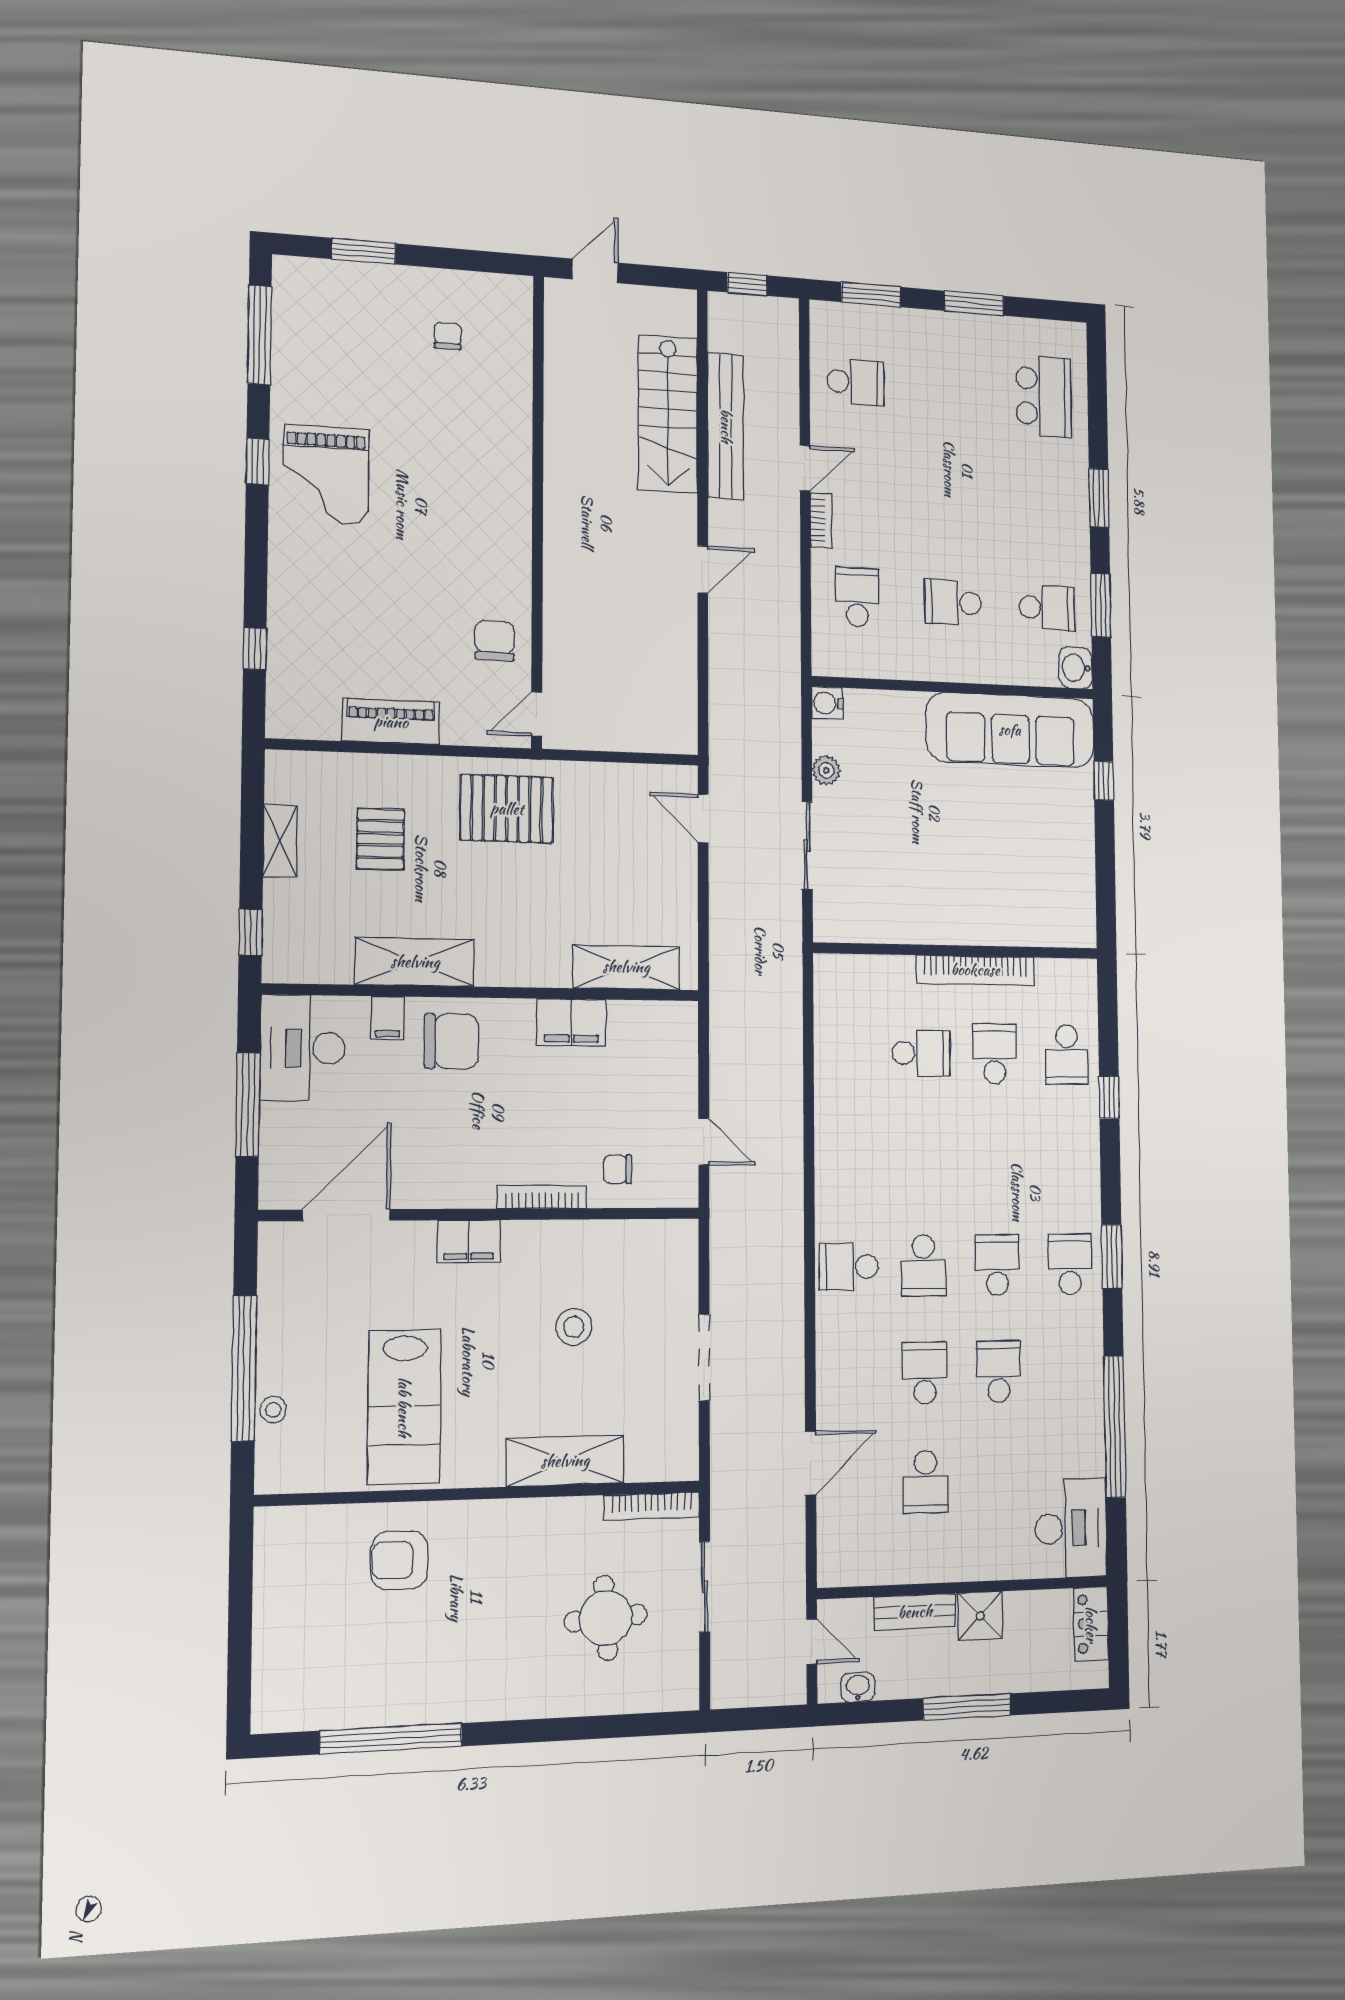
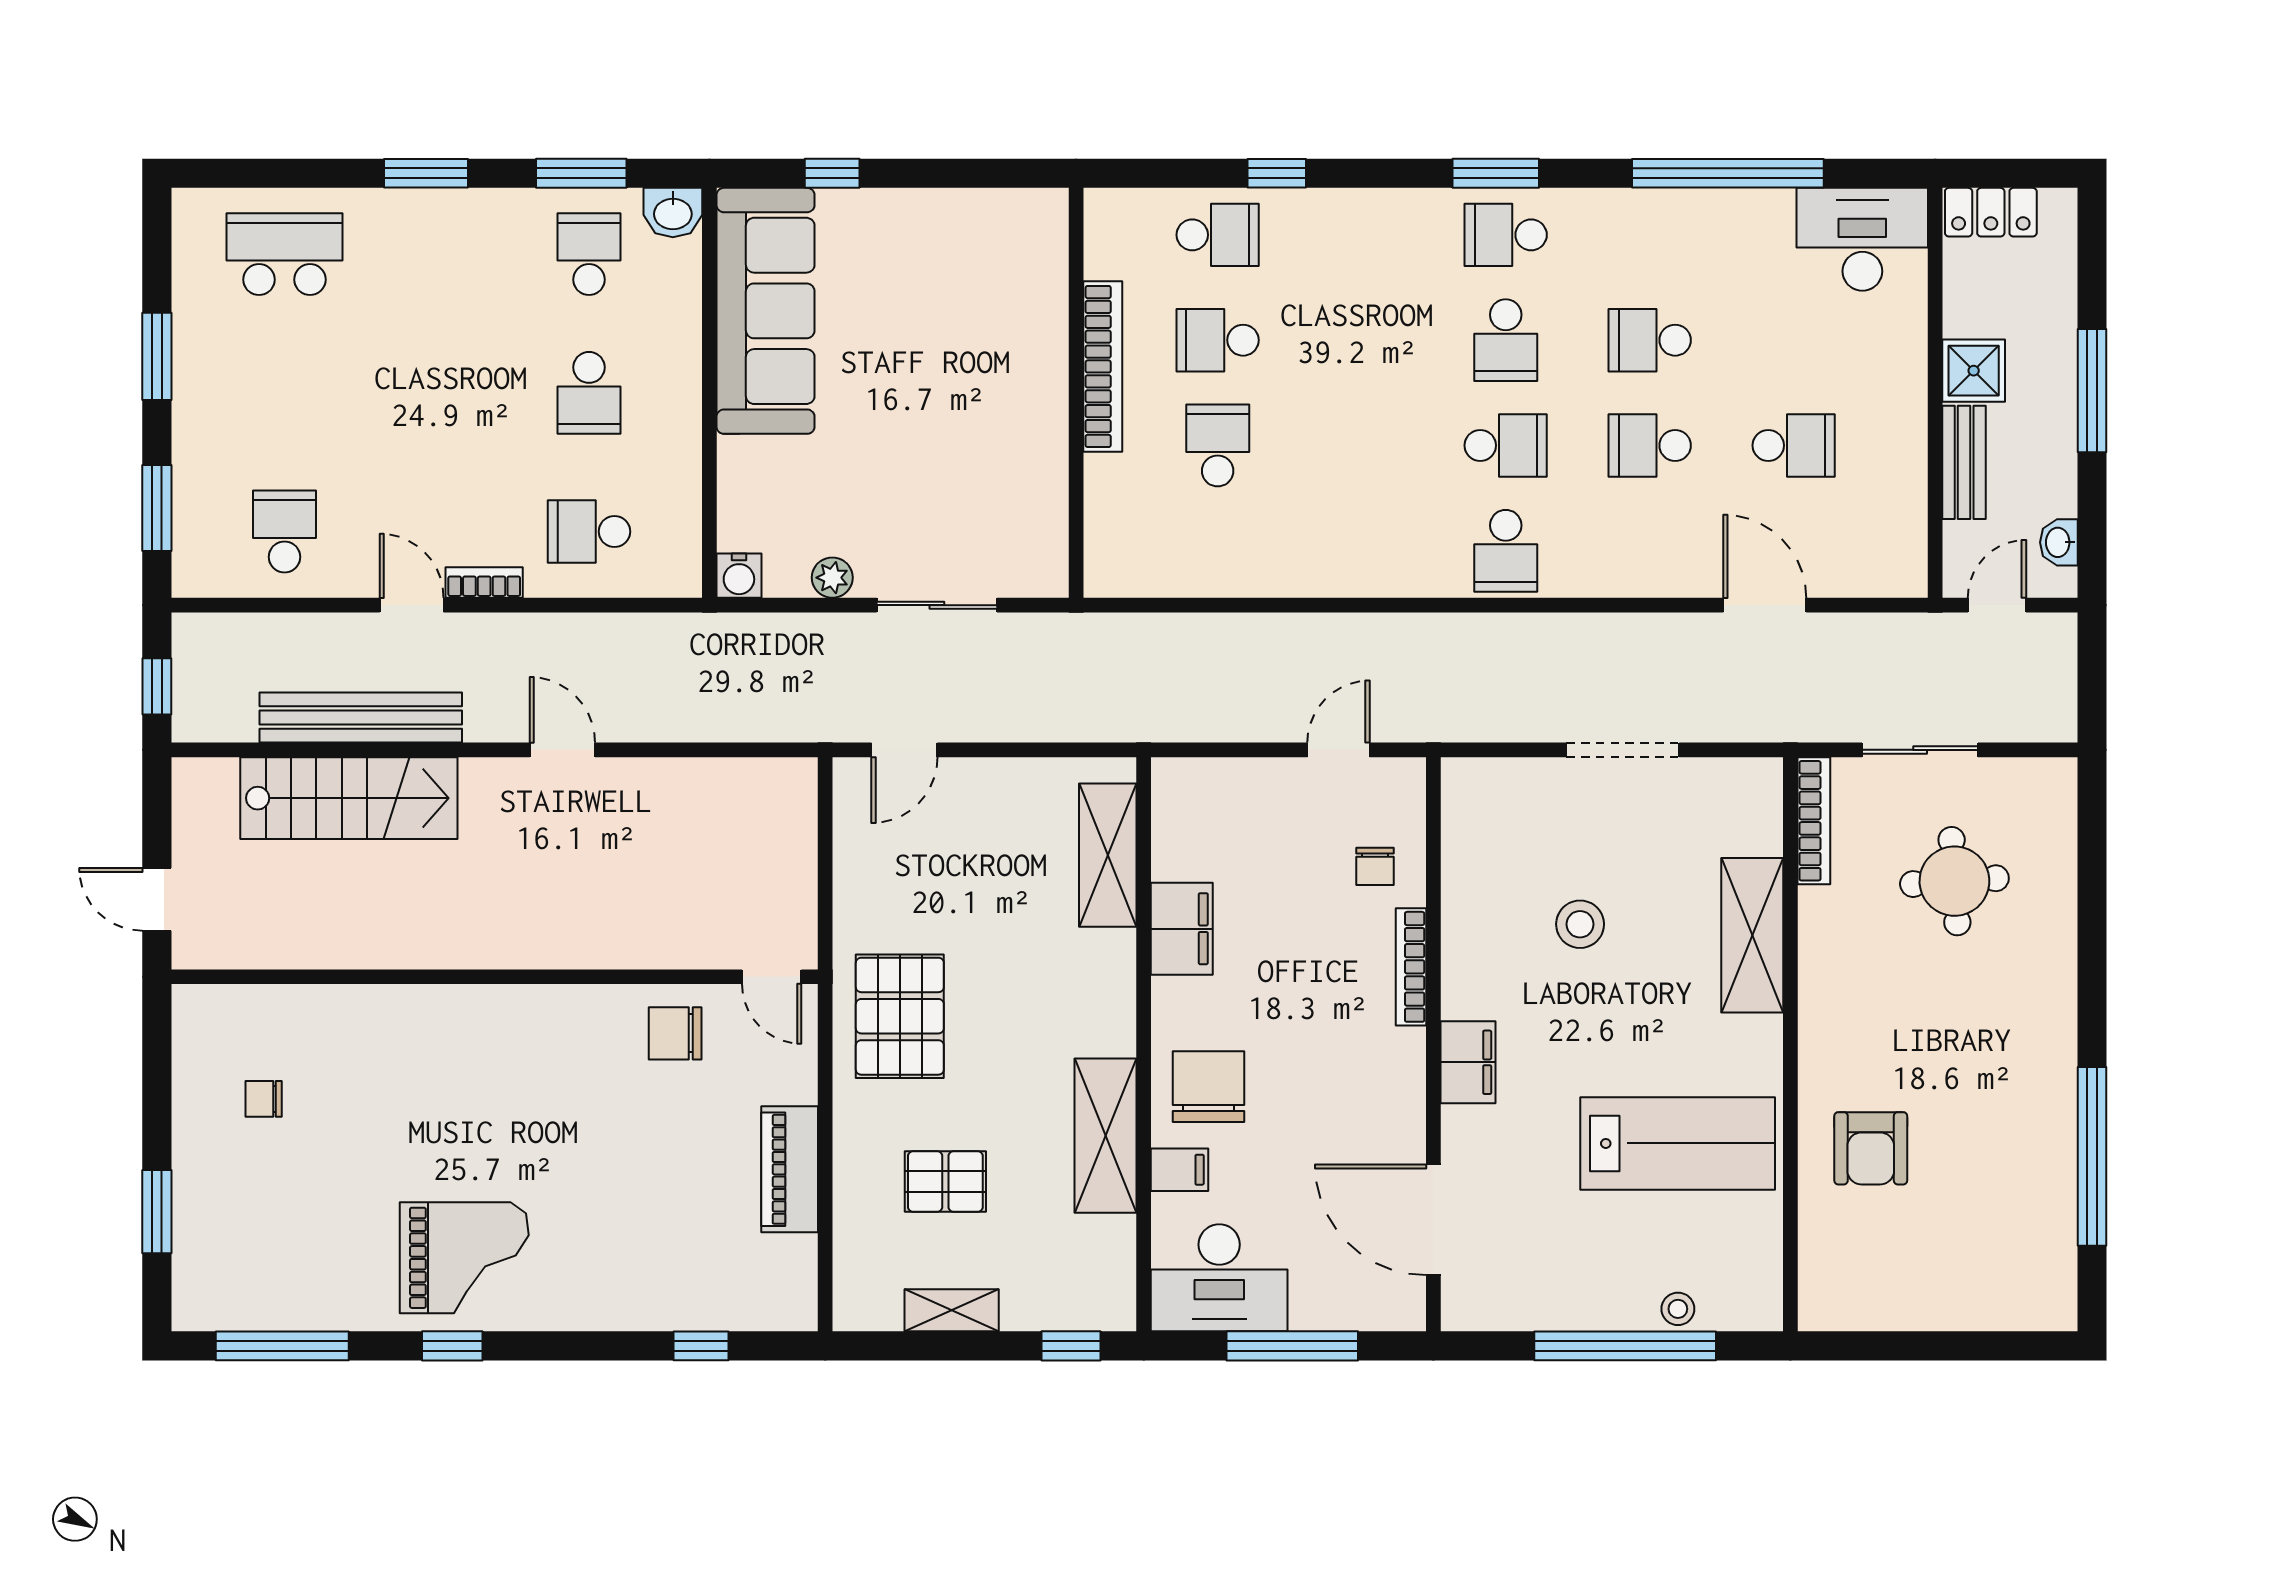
school desk: (997, 1265) -> (1506, 340), turned -90

